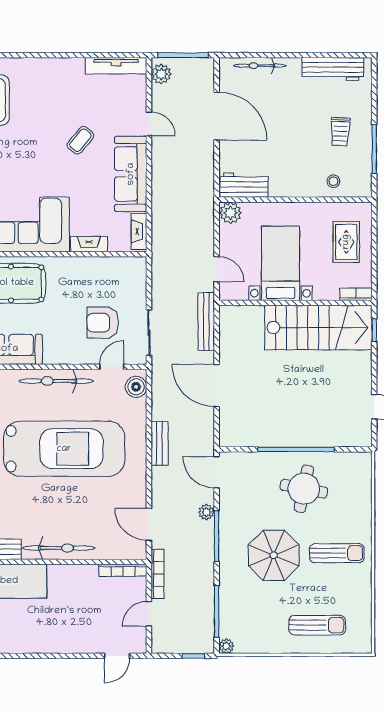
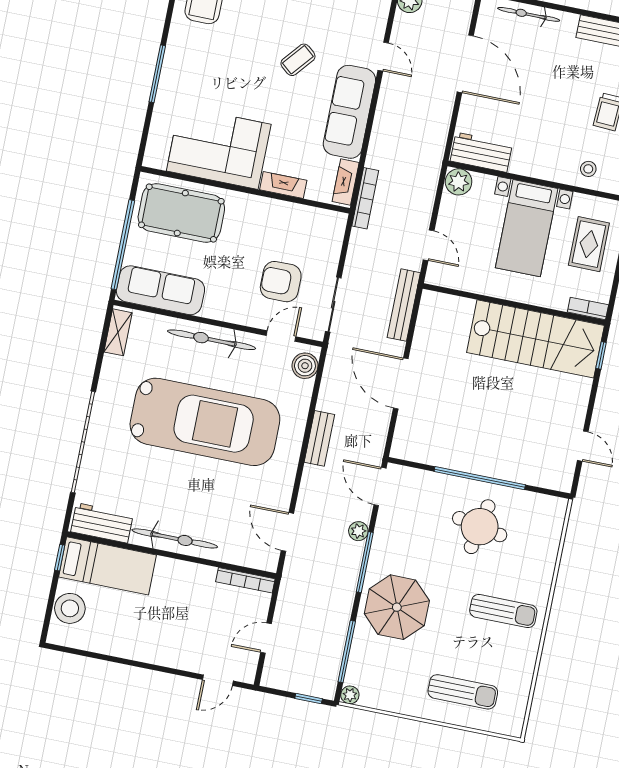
bed with nightstands: (281, 263) -> (527, 228), moved, turned 180
parasol: (274, 555) -> (397, 607), moved
bookcase: (158, 574) -> (365, 198), moved

